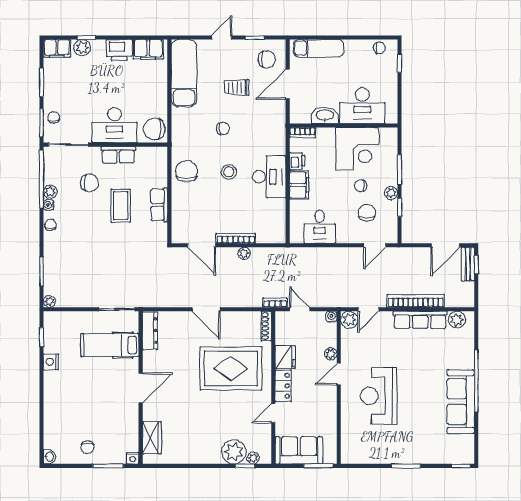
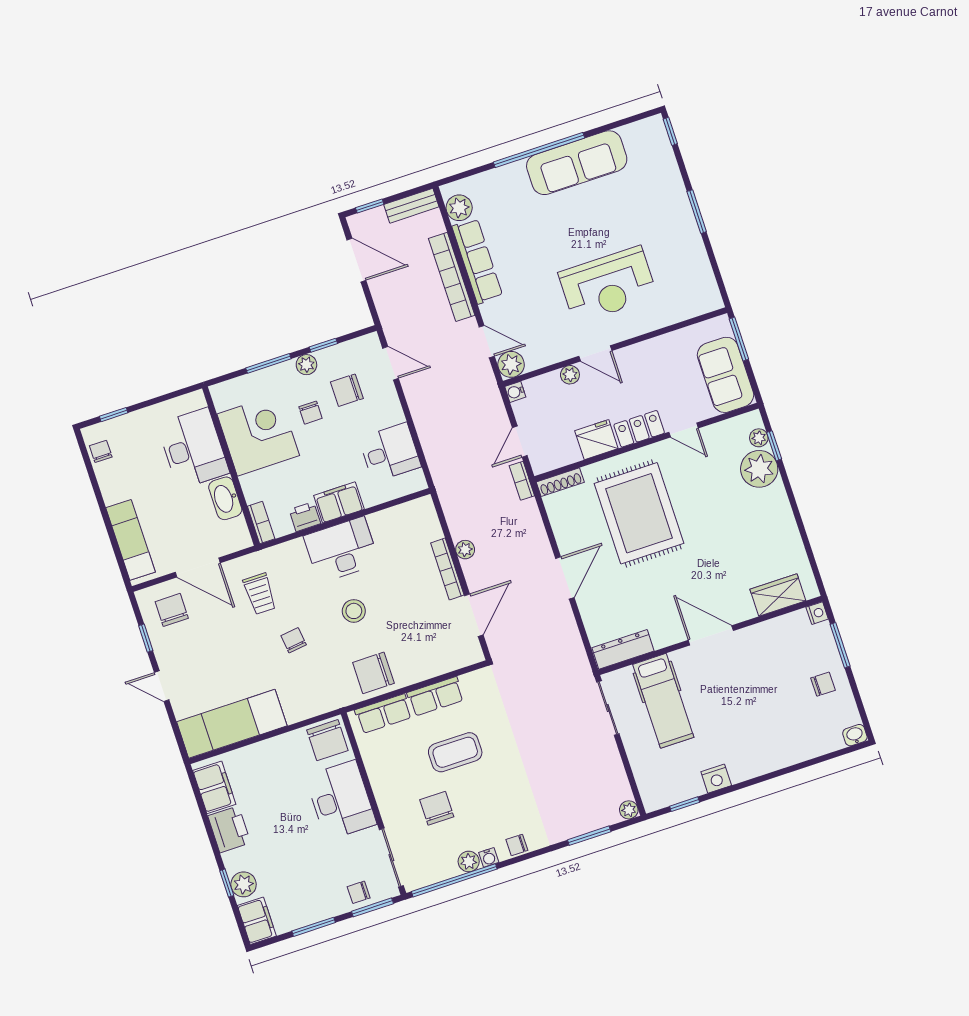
trolley: (237, 87) -> (260, 594), moved
row of seats: (118, 155) -> (383, 714), moved, turned 90
bench: (468, 264) -> (411, 206), moved

